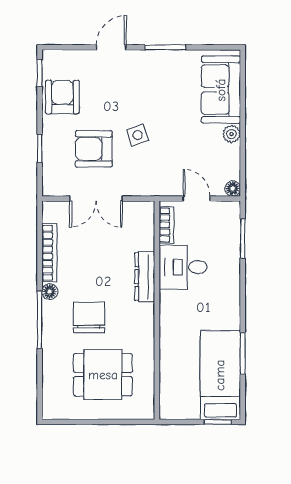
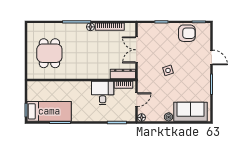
armchair: (94, 149) -> (161, 49), removed
dresser: (145, 277) -> (123, 74), moved
chair: (89, 317) -> (78, 46), removed

